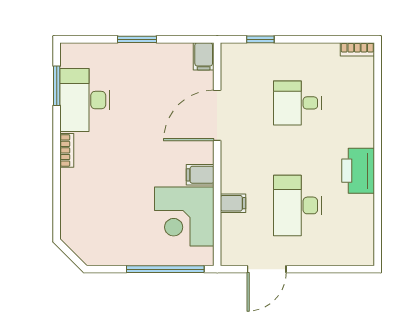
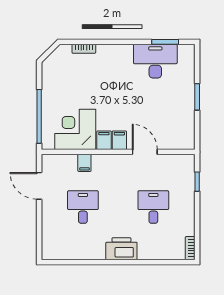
filing cabinet: (204, 56) -> (119, 140), moved, turned 90
door: (217, 115) -> (145, 152), width x0.73
bookcase: (67, 150) -> (84, 49), moved
printer: (358, 171) -> (121, 249), moved
desk: (297, 205) -> (83, 207), width x0.73

